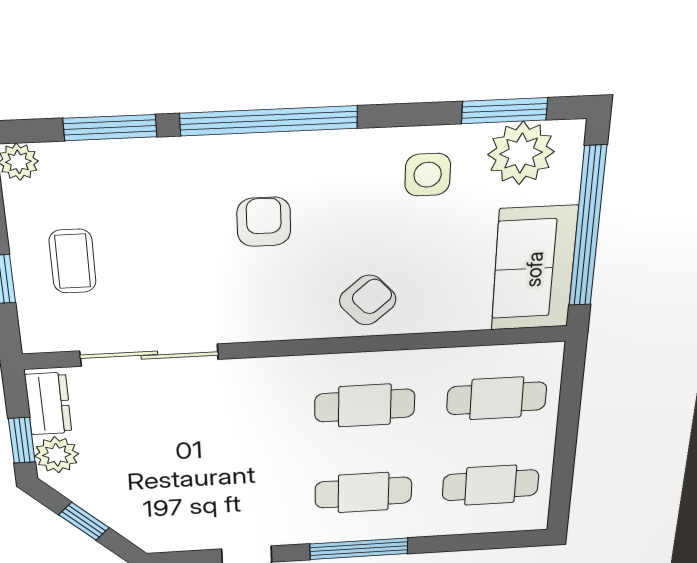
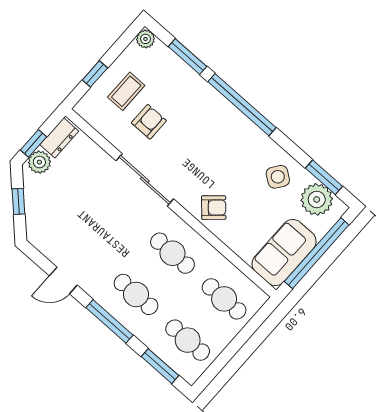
side table: (428, 175) -> (278, 177), turned 36
armchair: (264, 222) -> (149, 122), moved
sliding door: (149, 355) -> (145, 180), moved
window: (481, 541) -> (160, 366), added

